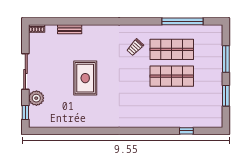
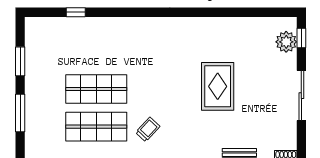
plant: (36, 98) -> (286, 42), moved

